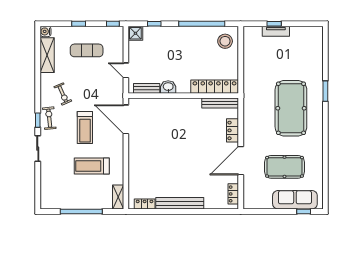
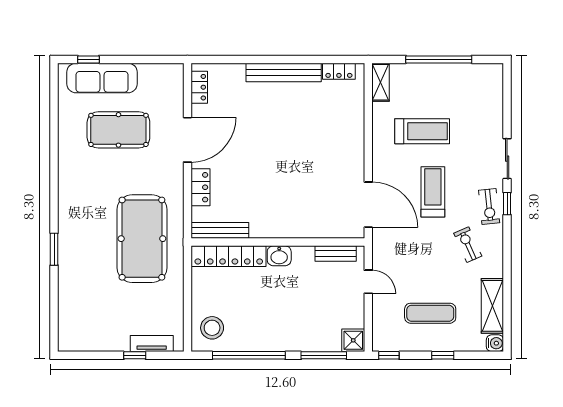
window: (154, 24) -> (324, 355), width x2.17
tv unit: (276, 31) -> (152, 344), moved
washbasin: (168, 87) -> (279, 256), moved
pool table: (291, 108) -> (142, 239), moved

